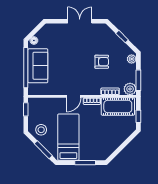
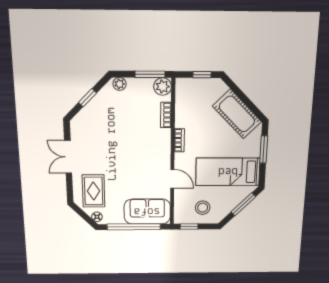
rug: (54, 39) -> (94, 191), added
armchair: (102, 62) -> (124, 127), removed
sofa: (38, 66) -> (147, 212), moved
door: (74, 96) -> (172, 179), moved
cot: (118, 106) -> (237, 114), moved, turned -45
stool: (41, 130) -> (203, 208), moved

